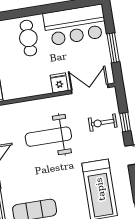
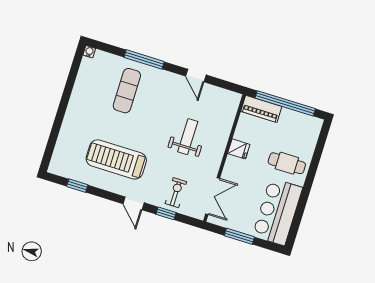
fridge: (59, 83) -> (239, 149), moved
weight bench: (48, 137) -> (188, 137), width x0.73, depth x0.75

